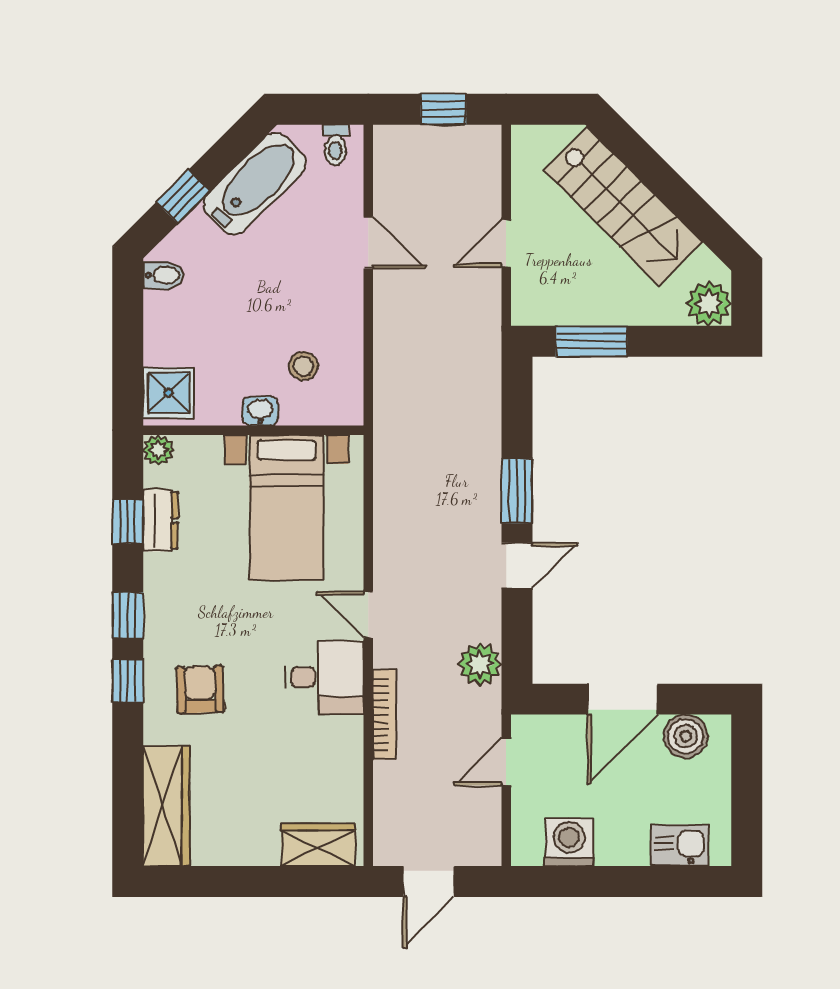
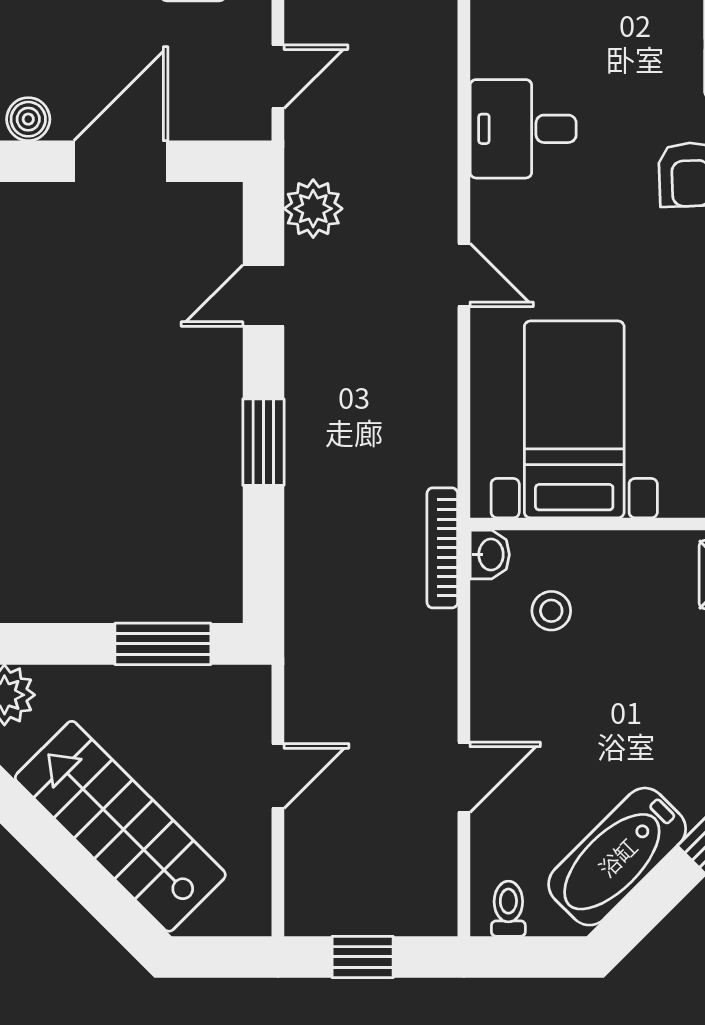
door: (368, 242) -> (464, 777), swing flipped
washbasin: (260, 411) -> (490, 555), moved, turned -90
door: (517, 565) -> (263, 296), moved
desk: (324, 677) -> (523, 129), moved
bookcase: (384, 714) -> (442, 548), moved
boiler: (686, 736) -> (28, 119), width x0.73, depth x0.73

